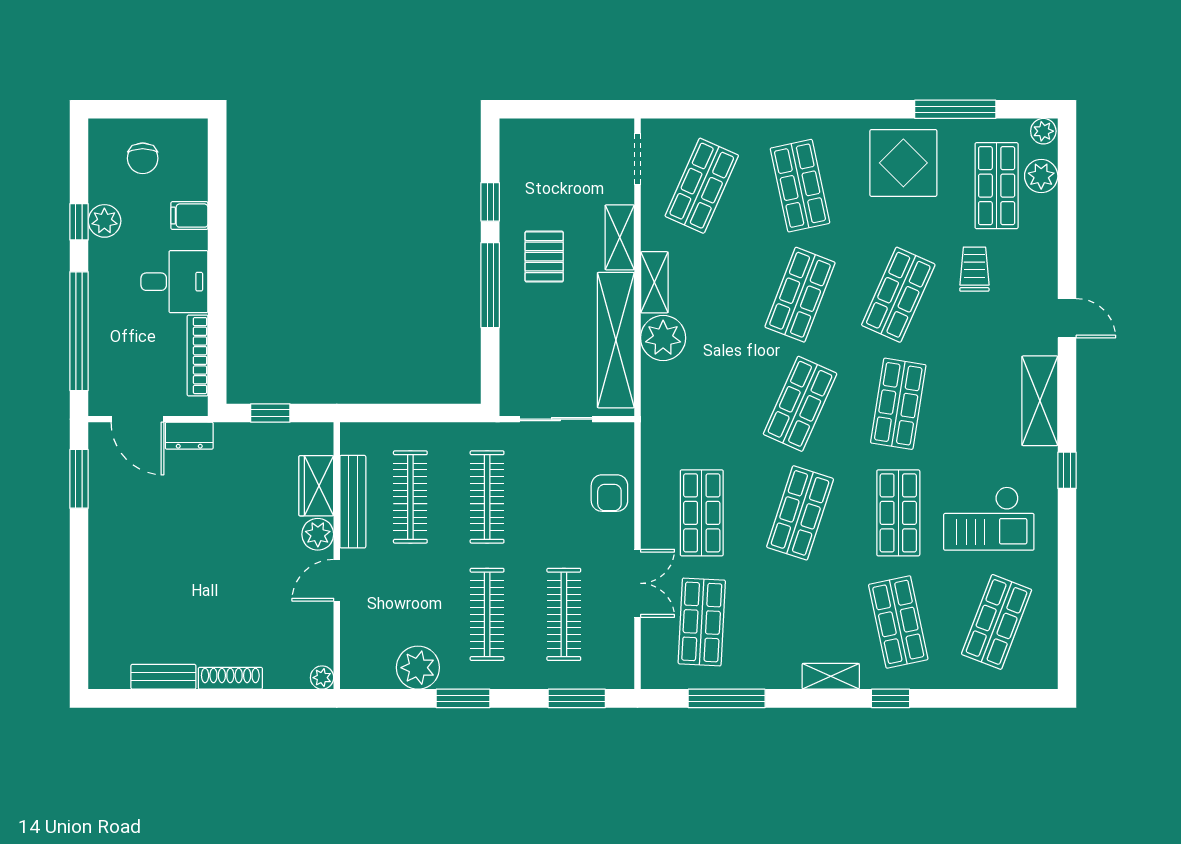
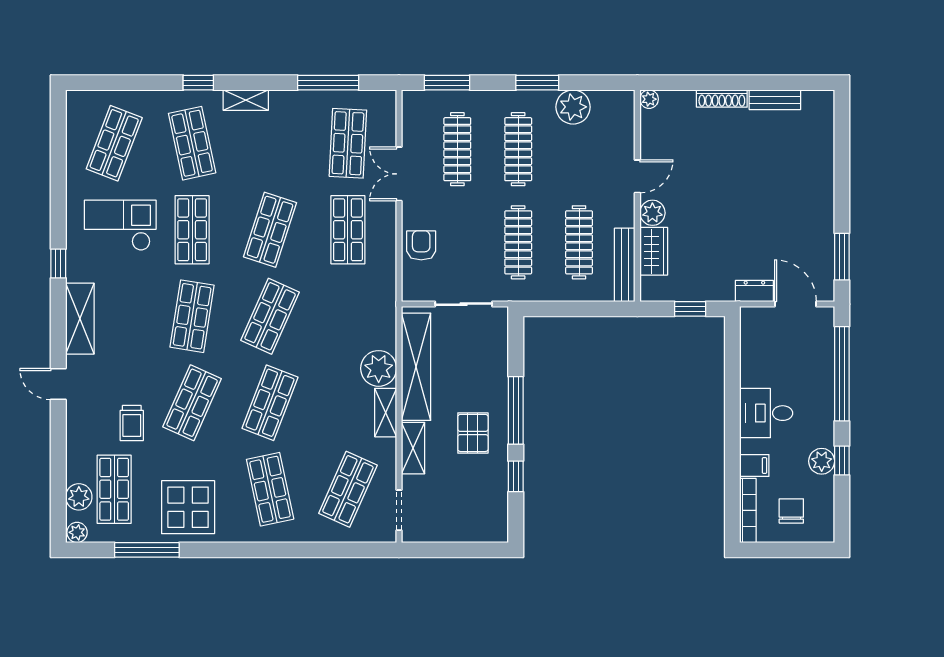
bookcase: (198, 356) -> (748, 510), moved
bench: (353, 502) -> (625, 265), moved

